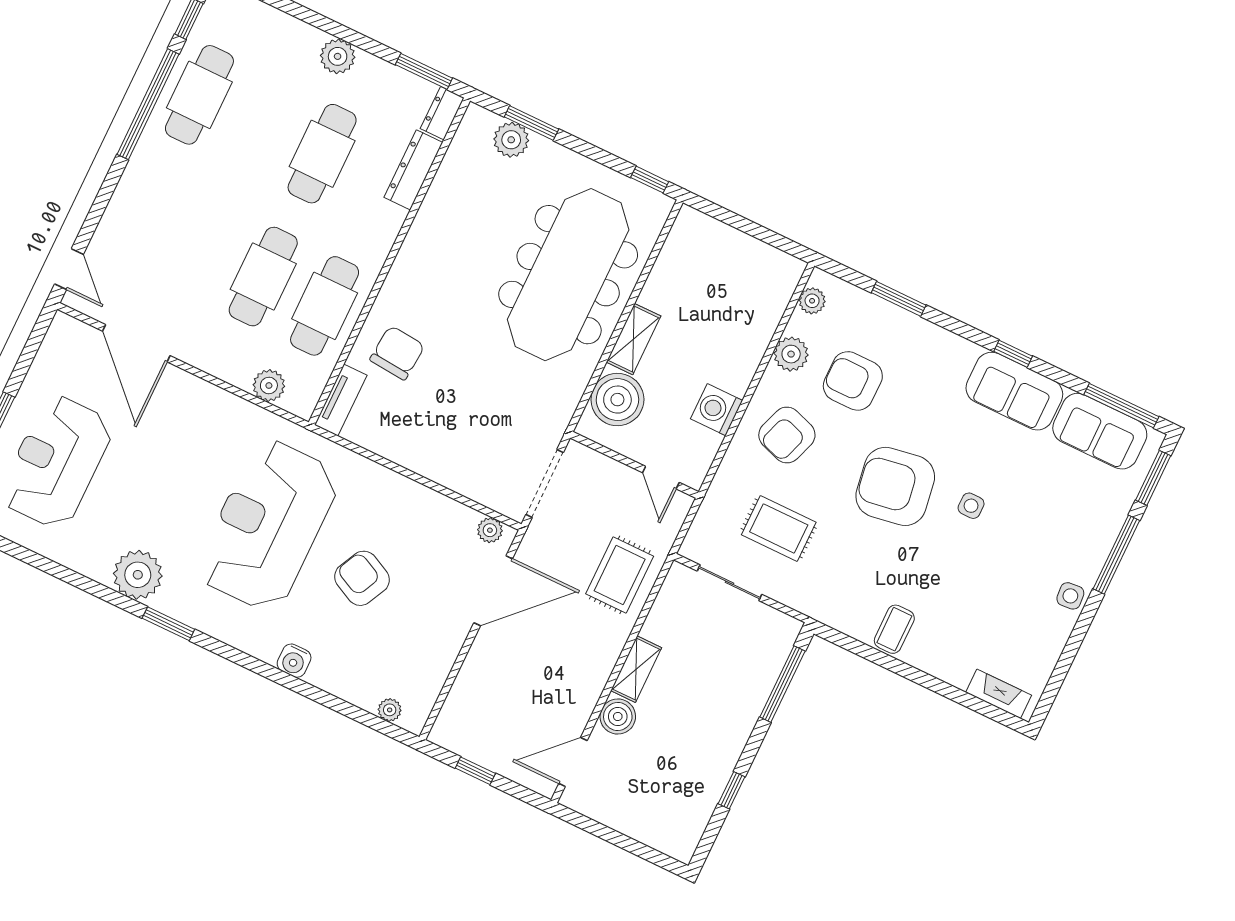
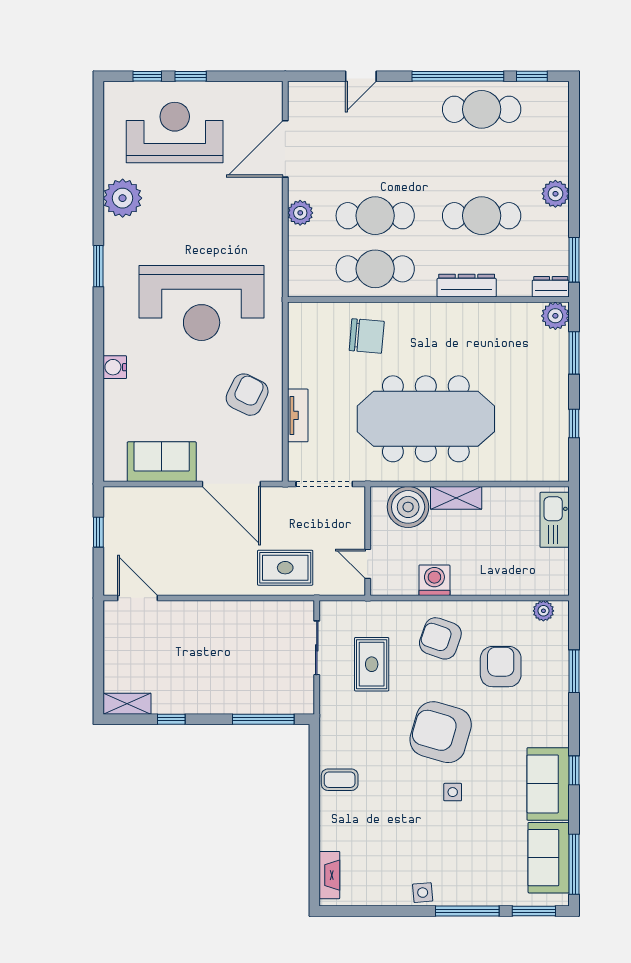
plant: (511, 140) -> (555, 316), moved
dresser: (413, 170) -> (467, 286), moved
window: (650, 180) -> (574, 423), moved
kitchen sink: (713, 238) -> (555, 520), added
door: (69, 269) -> (361, 76), moved
meeting table: (568, 275) -> (426, 419), moved
plant: (791, 354) -> (499, 614), removed
plant: (269, 386) -> (300, 213), moved
tv unit: (341, 400) -> (298, 415), moved, turned -90
door: (661, 478) -> (368, 564), hinge flipped
armchair: (895, 486) -> (441, 732), turned -65
reception desk: (268, 525) -> (202, 303), turned 180
plant: (490, 530) -> (273, 461), removed
plant: (138, 575) -> (123, 198), moved
armchair: (362, 578) -> (247, 395), moved
sofa: (429, 659) -> (162, 462), added
shelving: (636, 669) -> (127, 704), moved
plant: (390, 710) -> (112, 451), removed
boiler: (618, 717) -> (185, 614), removed

